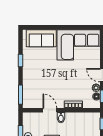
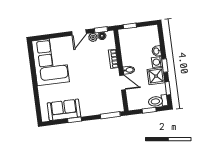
sofa: (41, 38) -> (64, 110), moved, turned -90
door: (50, 110) -> (123, 82), swing flipped

